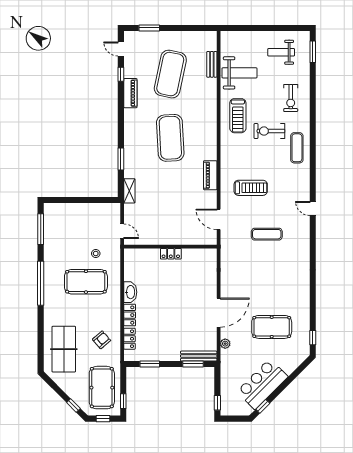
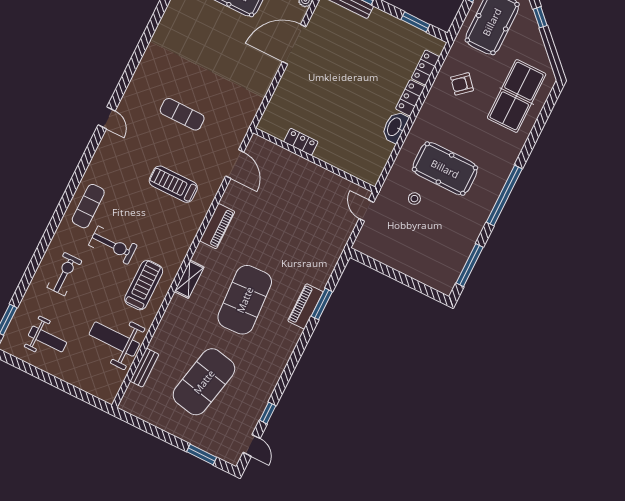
piano: (130, 93) -> (305, 306), moved
shelving: (129, 191) -> (189, 279), moved
locker: (171, 254) -> (301, 142), moved

